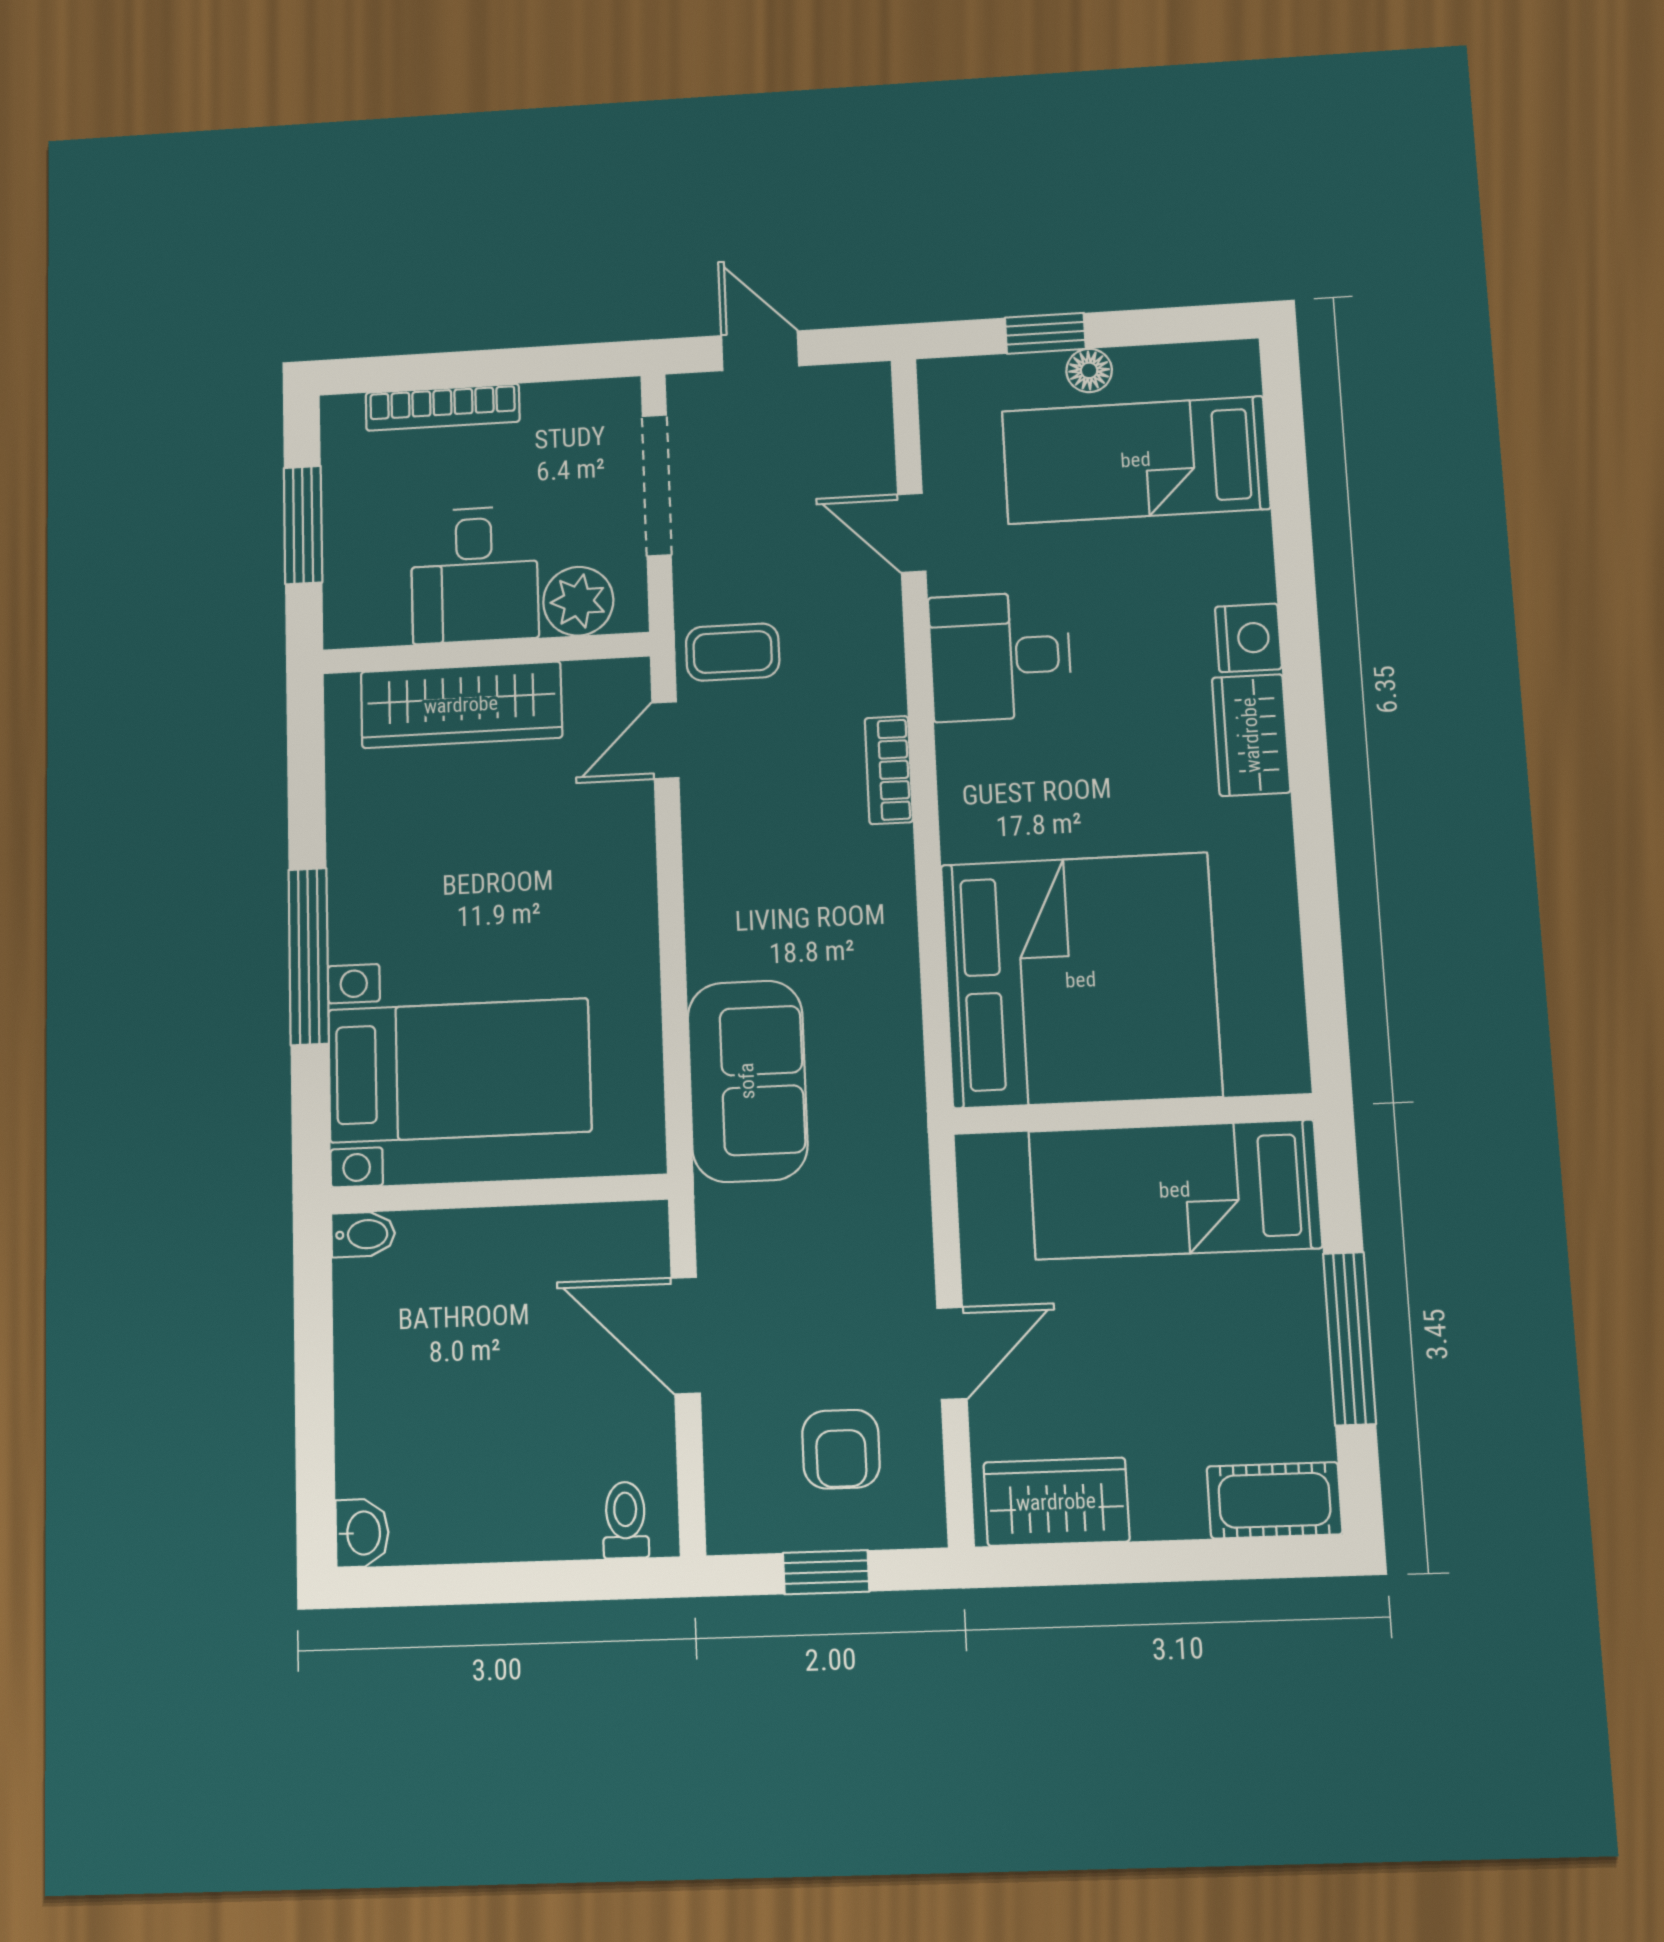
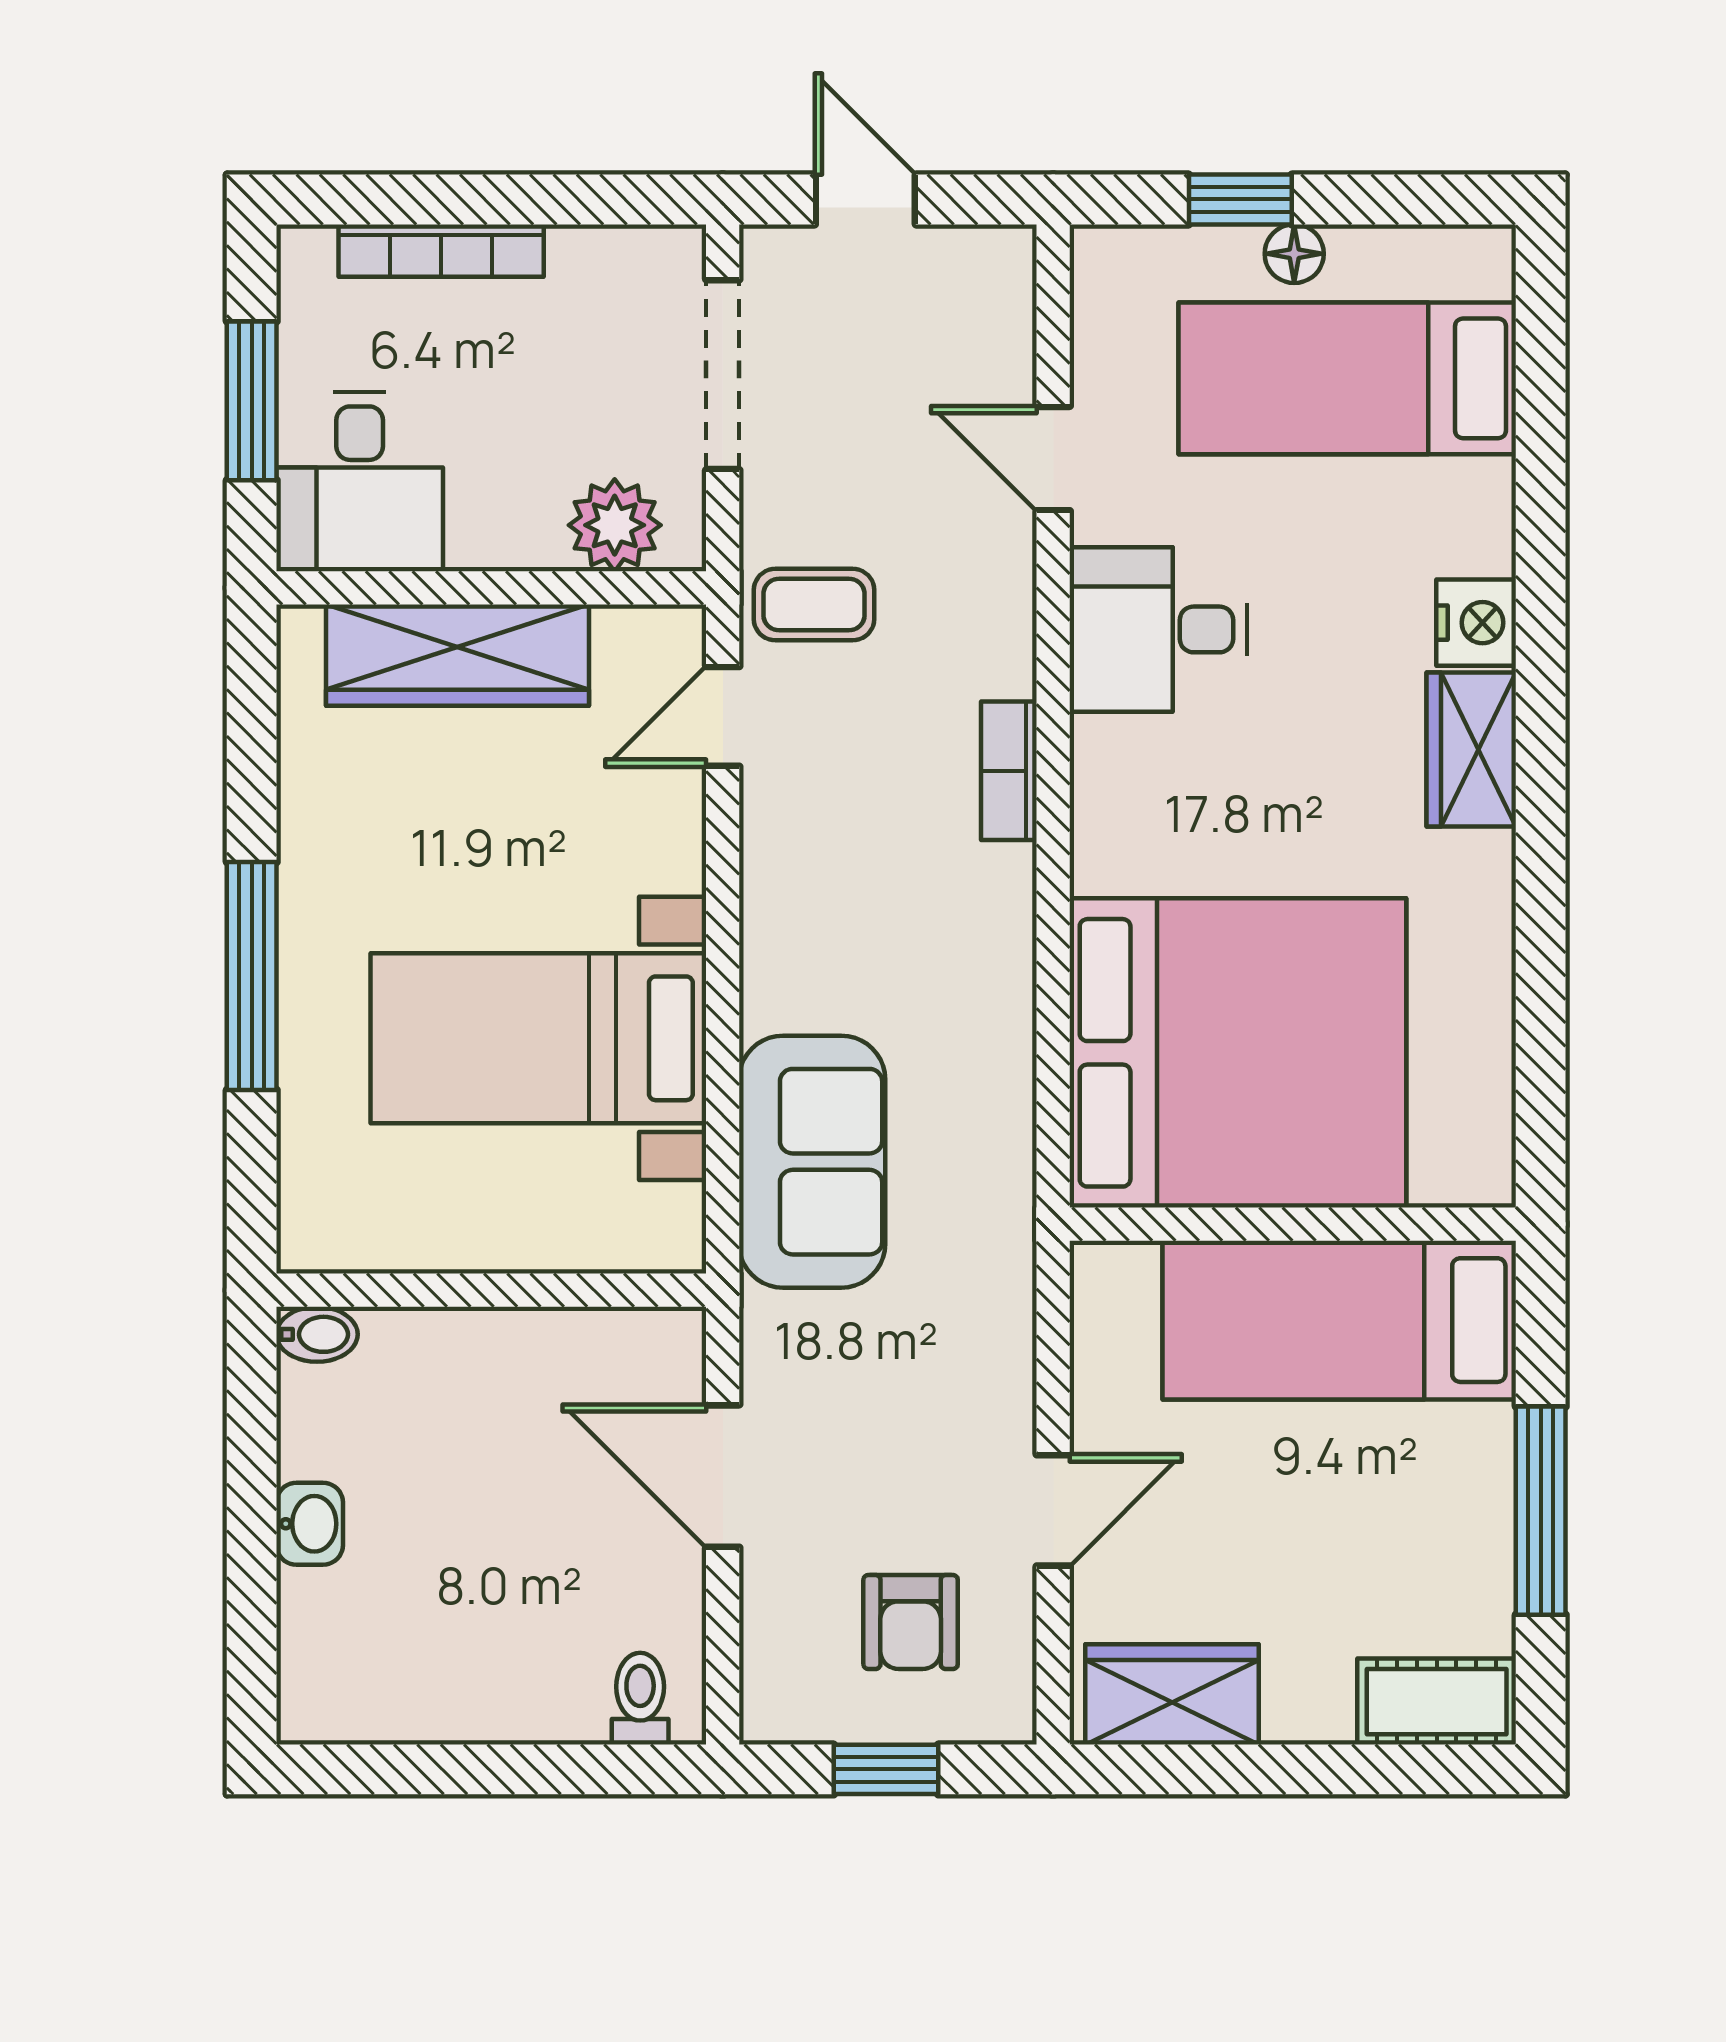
desk: (475, 575) -> (360, 482), moved
bed with nightstands: (459, 1070) -> (538, 1038), moved, turned 180
washbasin: (362, 1533) -> (310, 1524), moved

